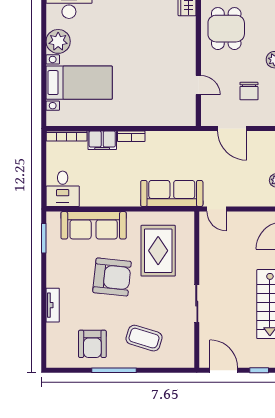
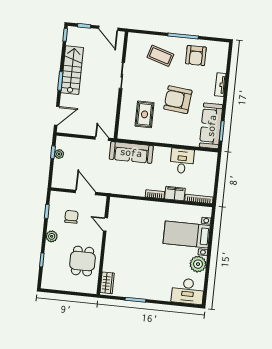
desk: (63, 189) -> (182, 161), moved
sofa: (94, 225) -> (211, 126), moved, turned -90
rug: (158, 251) -> (145, 114), width x0.73, depth x0.70
armchair: (92, 344) -> (196, 55), turned 180

